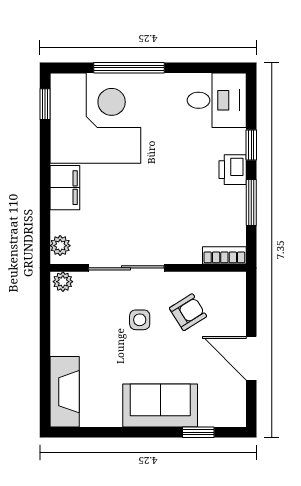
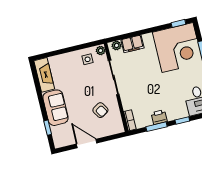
printer: (233, 170) -> (159, 117), moved
filing cabinet: (65, 188) -> (132, 44), moved
side table: (140, 320) -> (88, 59), moved
door: (251, 358) -> (87, 144), hinge flipped
fireplace: (65, 392) -> (44, 75), moved, turned -90

